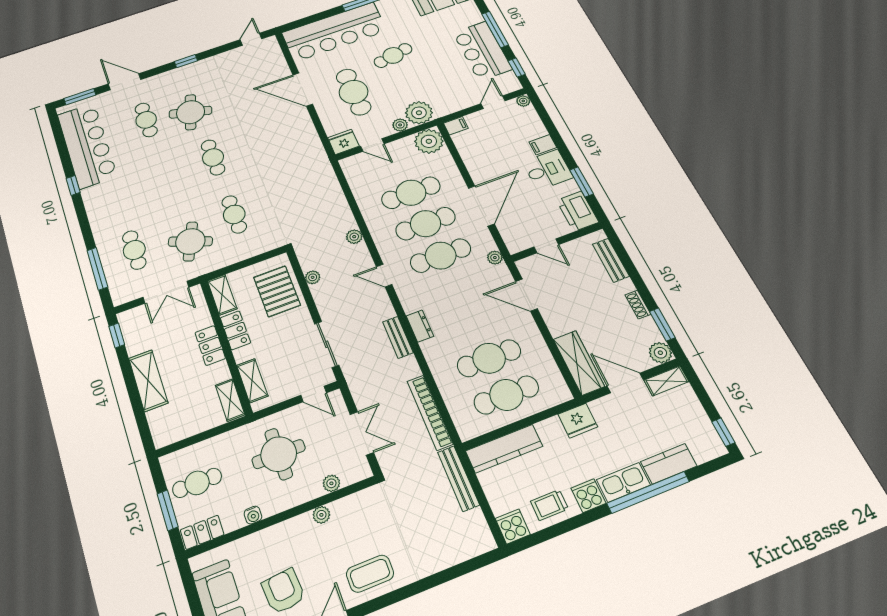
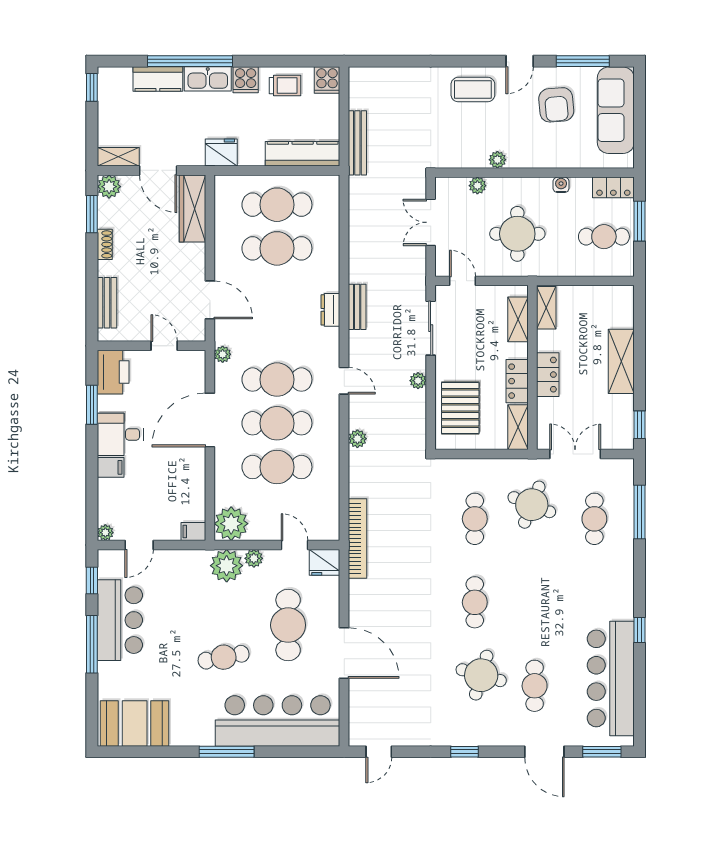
plant: (313, 277) -> (418, 381), moved
bookcase: (430, 412) -> (357, 539), moved

